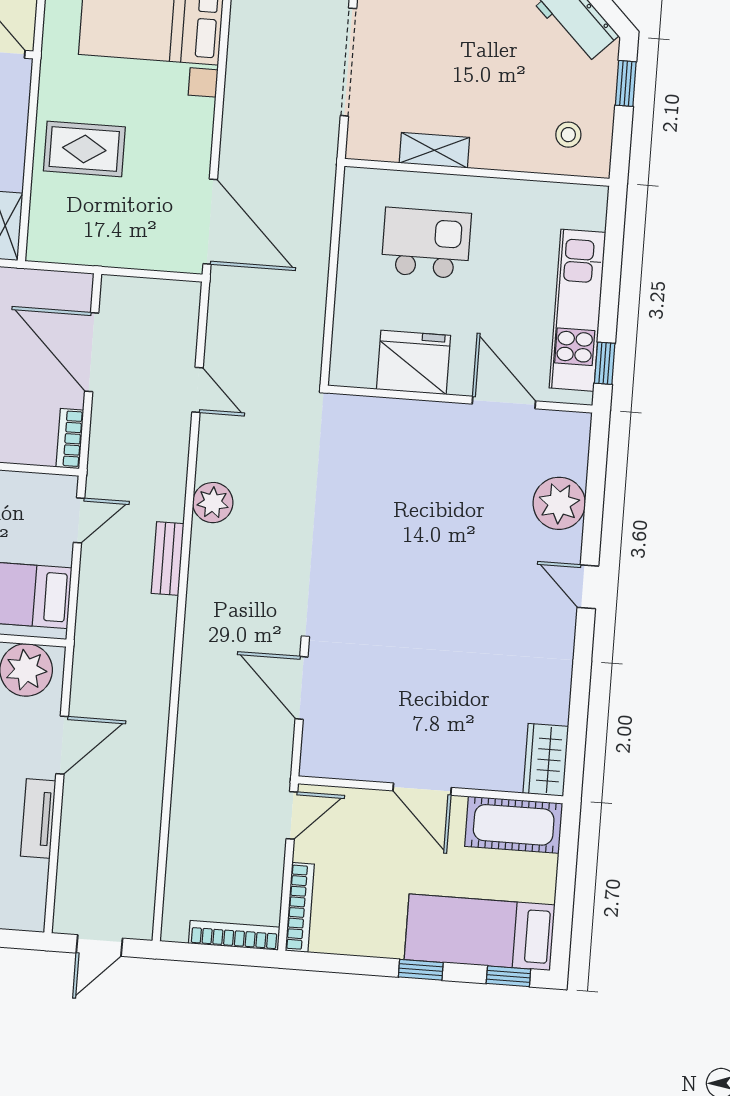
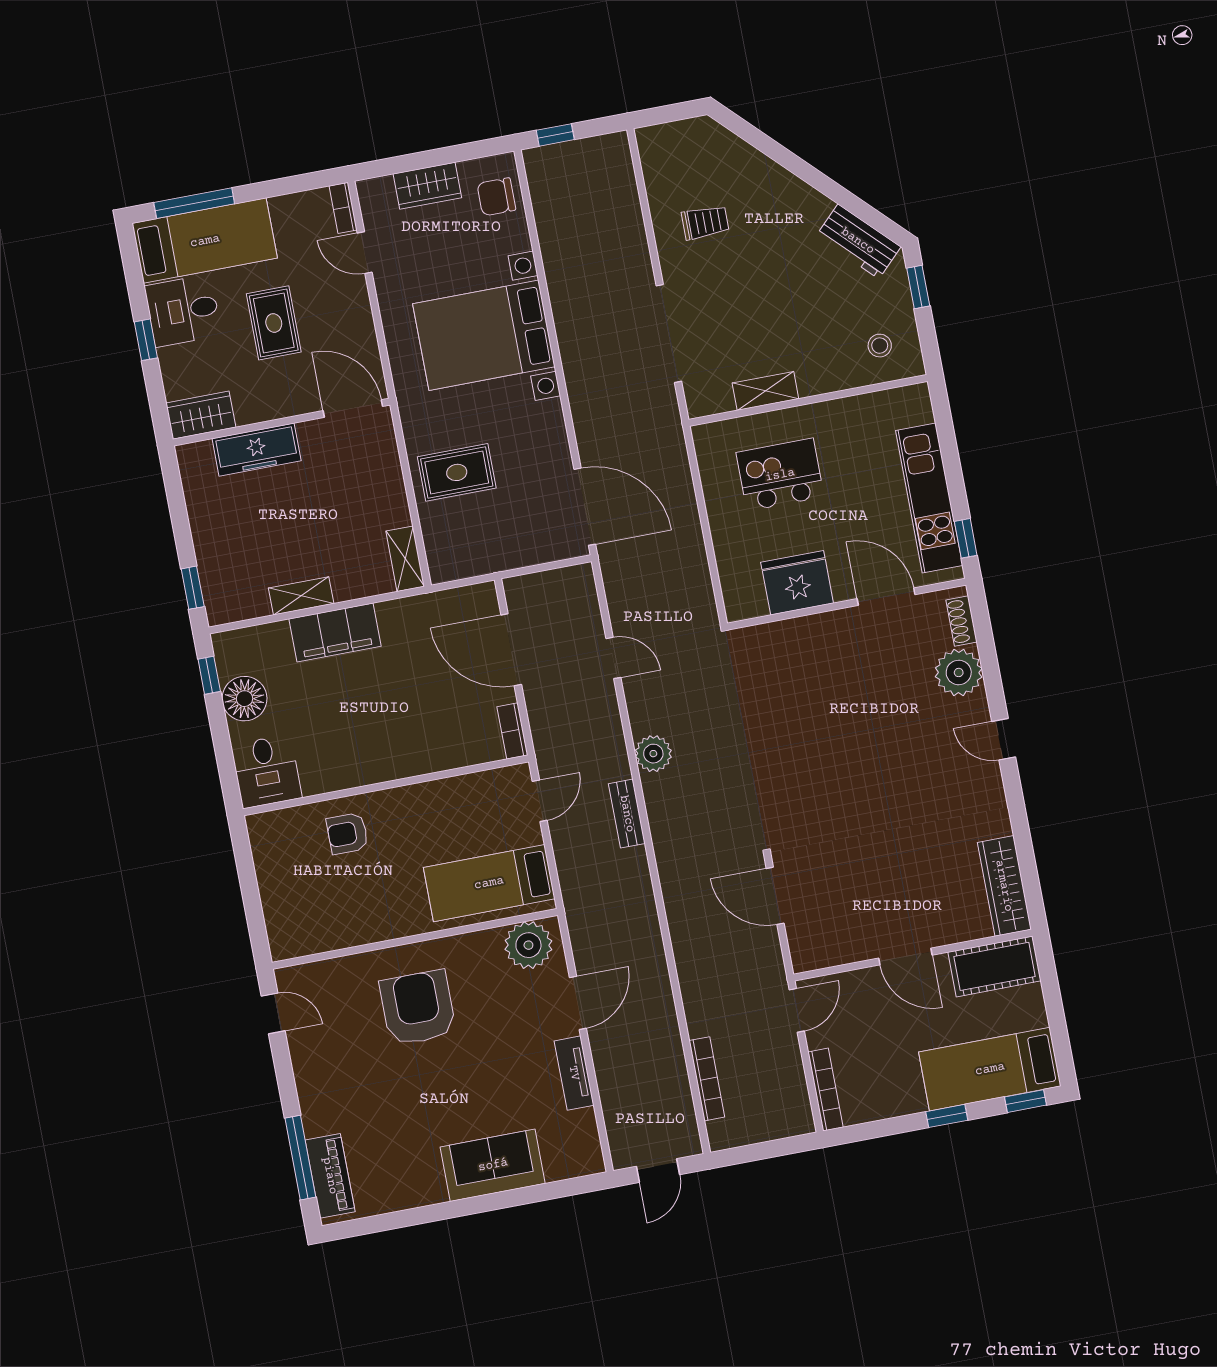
shoe rack: (577, 450) -> (961, 621), added
wardrobe: (546, 760) -> (1004, 886), width x1.50
bookcase: (234, 935) -> (707, 1079), moved, turned 90

